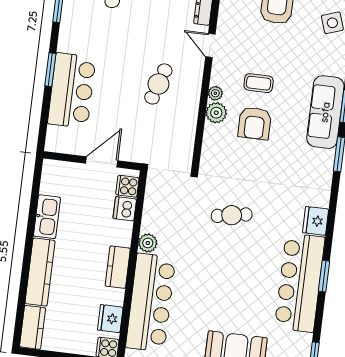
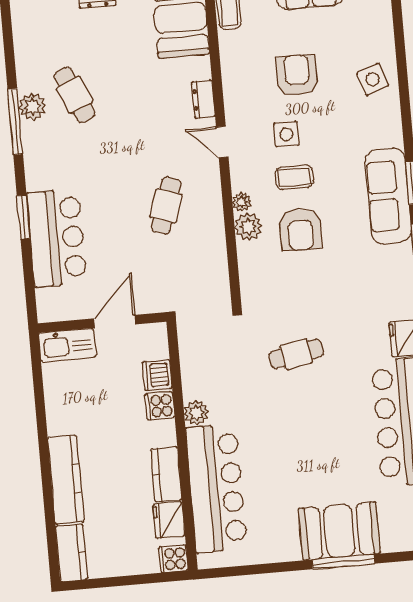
side table: (259, 50) -> (286, 134), added
cooker: (127, 186) -> (160, 406), moved
kitchen sink: (47, 217) -> (67, 345), moved, turned 90
kitchen counter: (118, 267) -> (166, 474), moved

